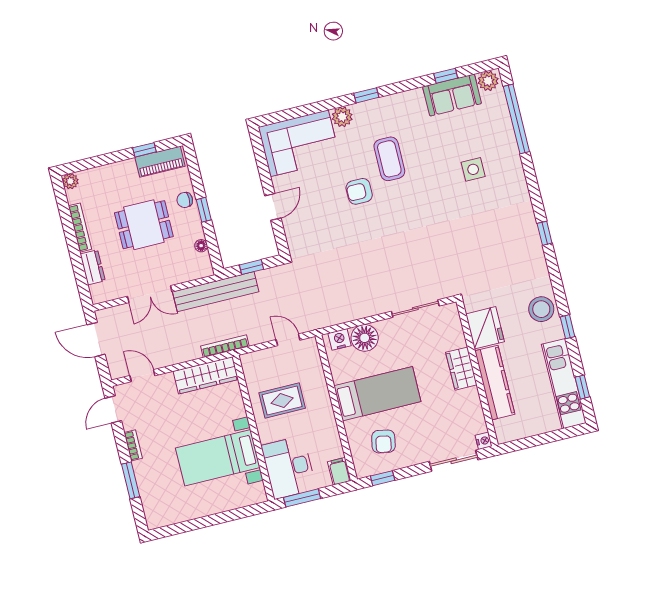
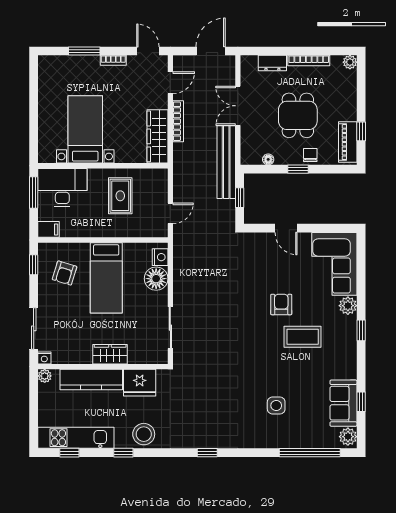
bookcase: (225, 346) -> (178, 121), moved
plant: (504, 435) -> (45, 376), added
armchair: (383, 441) -> (65, 273), turned -84

